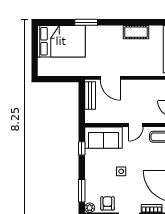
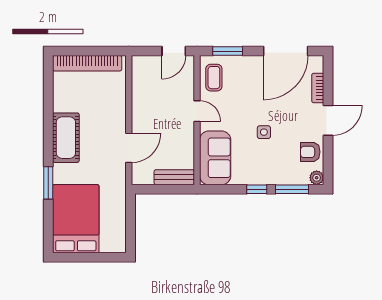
cot: (136, 32) -> (66, 138), moved, width x1.37, depth x1.34
bench: (90, 95) -> (174, 177), moved
window: (82, 148) -> (257, 189), moved

